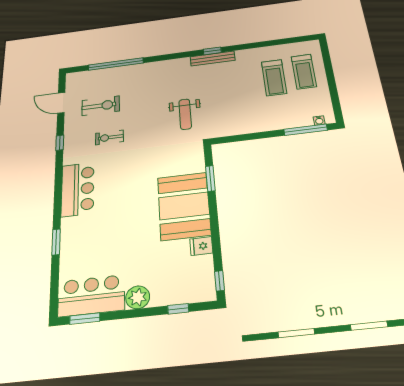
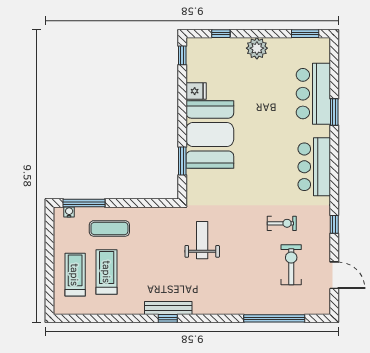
exercise bike: (101, 106) -> (291, 265), turned 90
exercise mat: (276, 112) -> (109, 228), added
bar counter: (91, 296) -> (313, 94), moved, turned 90

